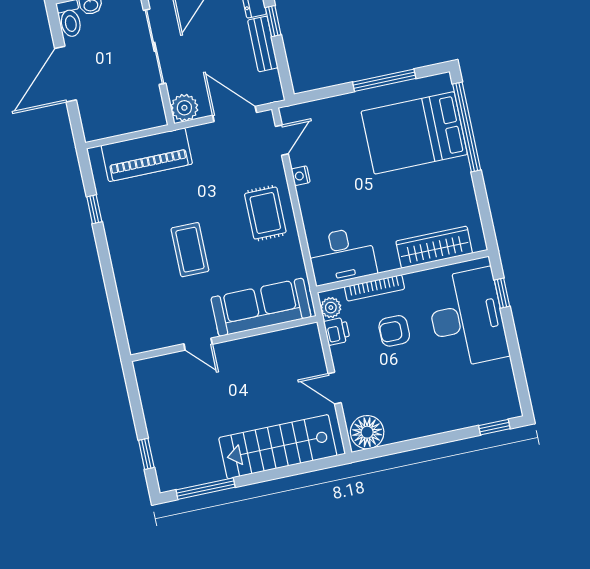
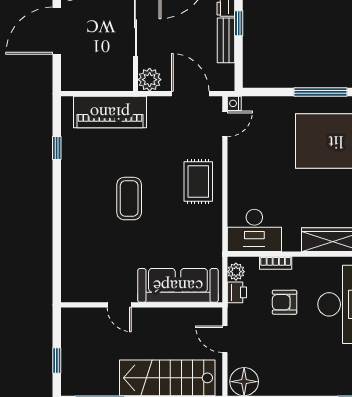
nightstand: (301, 176) -> (234, 103), moved
bookcase: (374, 288) -> (276, 263), width x0.64
sofa: (261, 307) -> (178, 285), moved
wall: (224, 339) -> (142, 305), moved
door: (198, 344) -> (119, 305), moved

